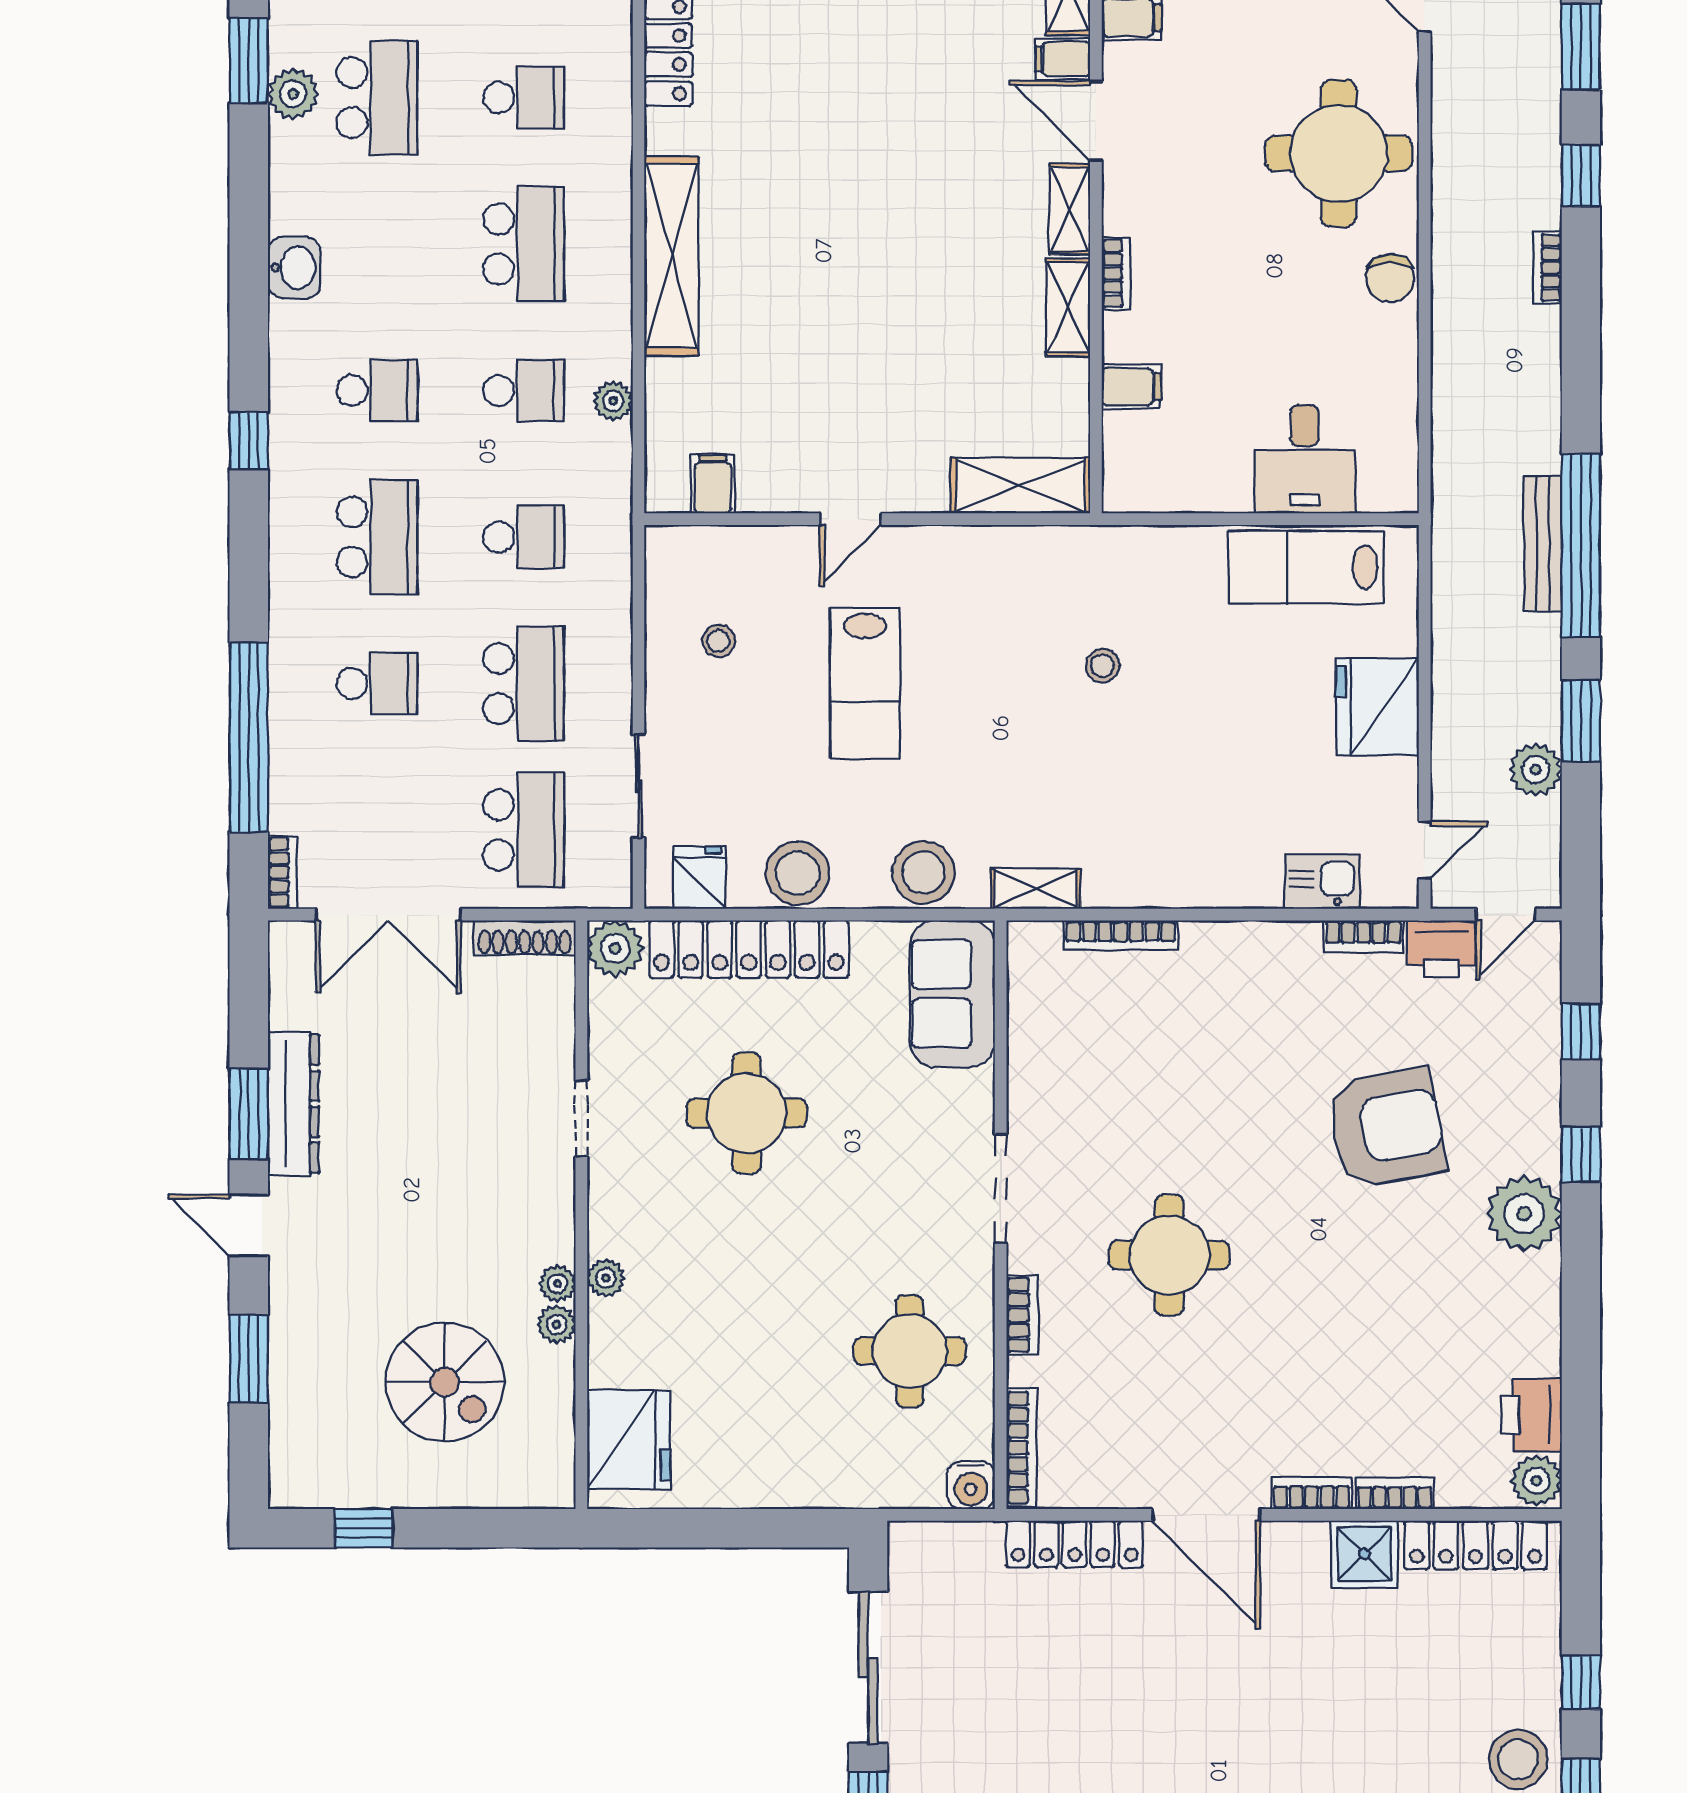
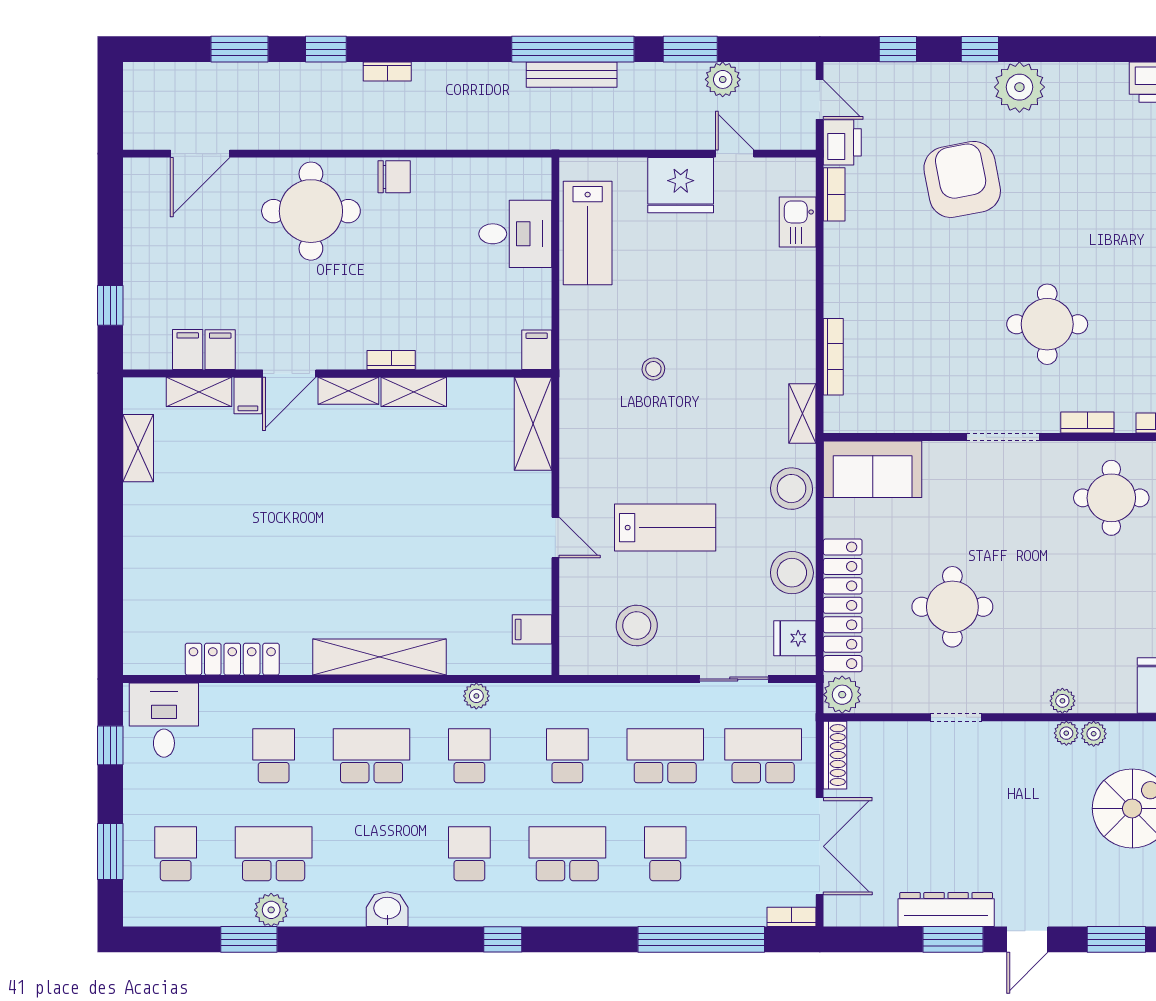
filing cabinet: (1131, 387) -> (537, 350), moved
stool: (719, 641) -> (637, 626), width x1.89, depth x1.89
door: (1425, 850) -> (735, 154), moved

